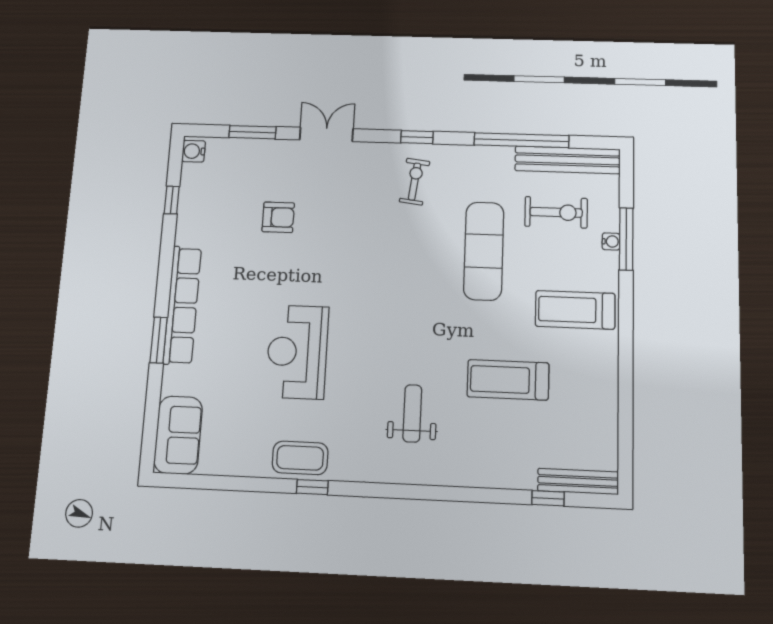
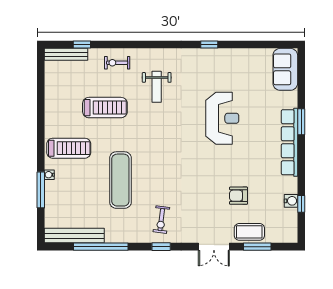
water cooler: (194, 151) -> (291, 201), moved
exercise bike: (556, 212) -> (117, 63), moved, width x0.73, depth x0.72
water cooler: (611, 241) -> (49, 175), moved
coffee table: (300, 458) -> (249, 232), moved

